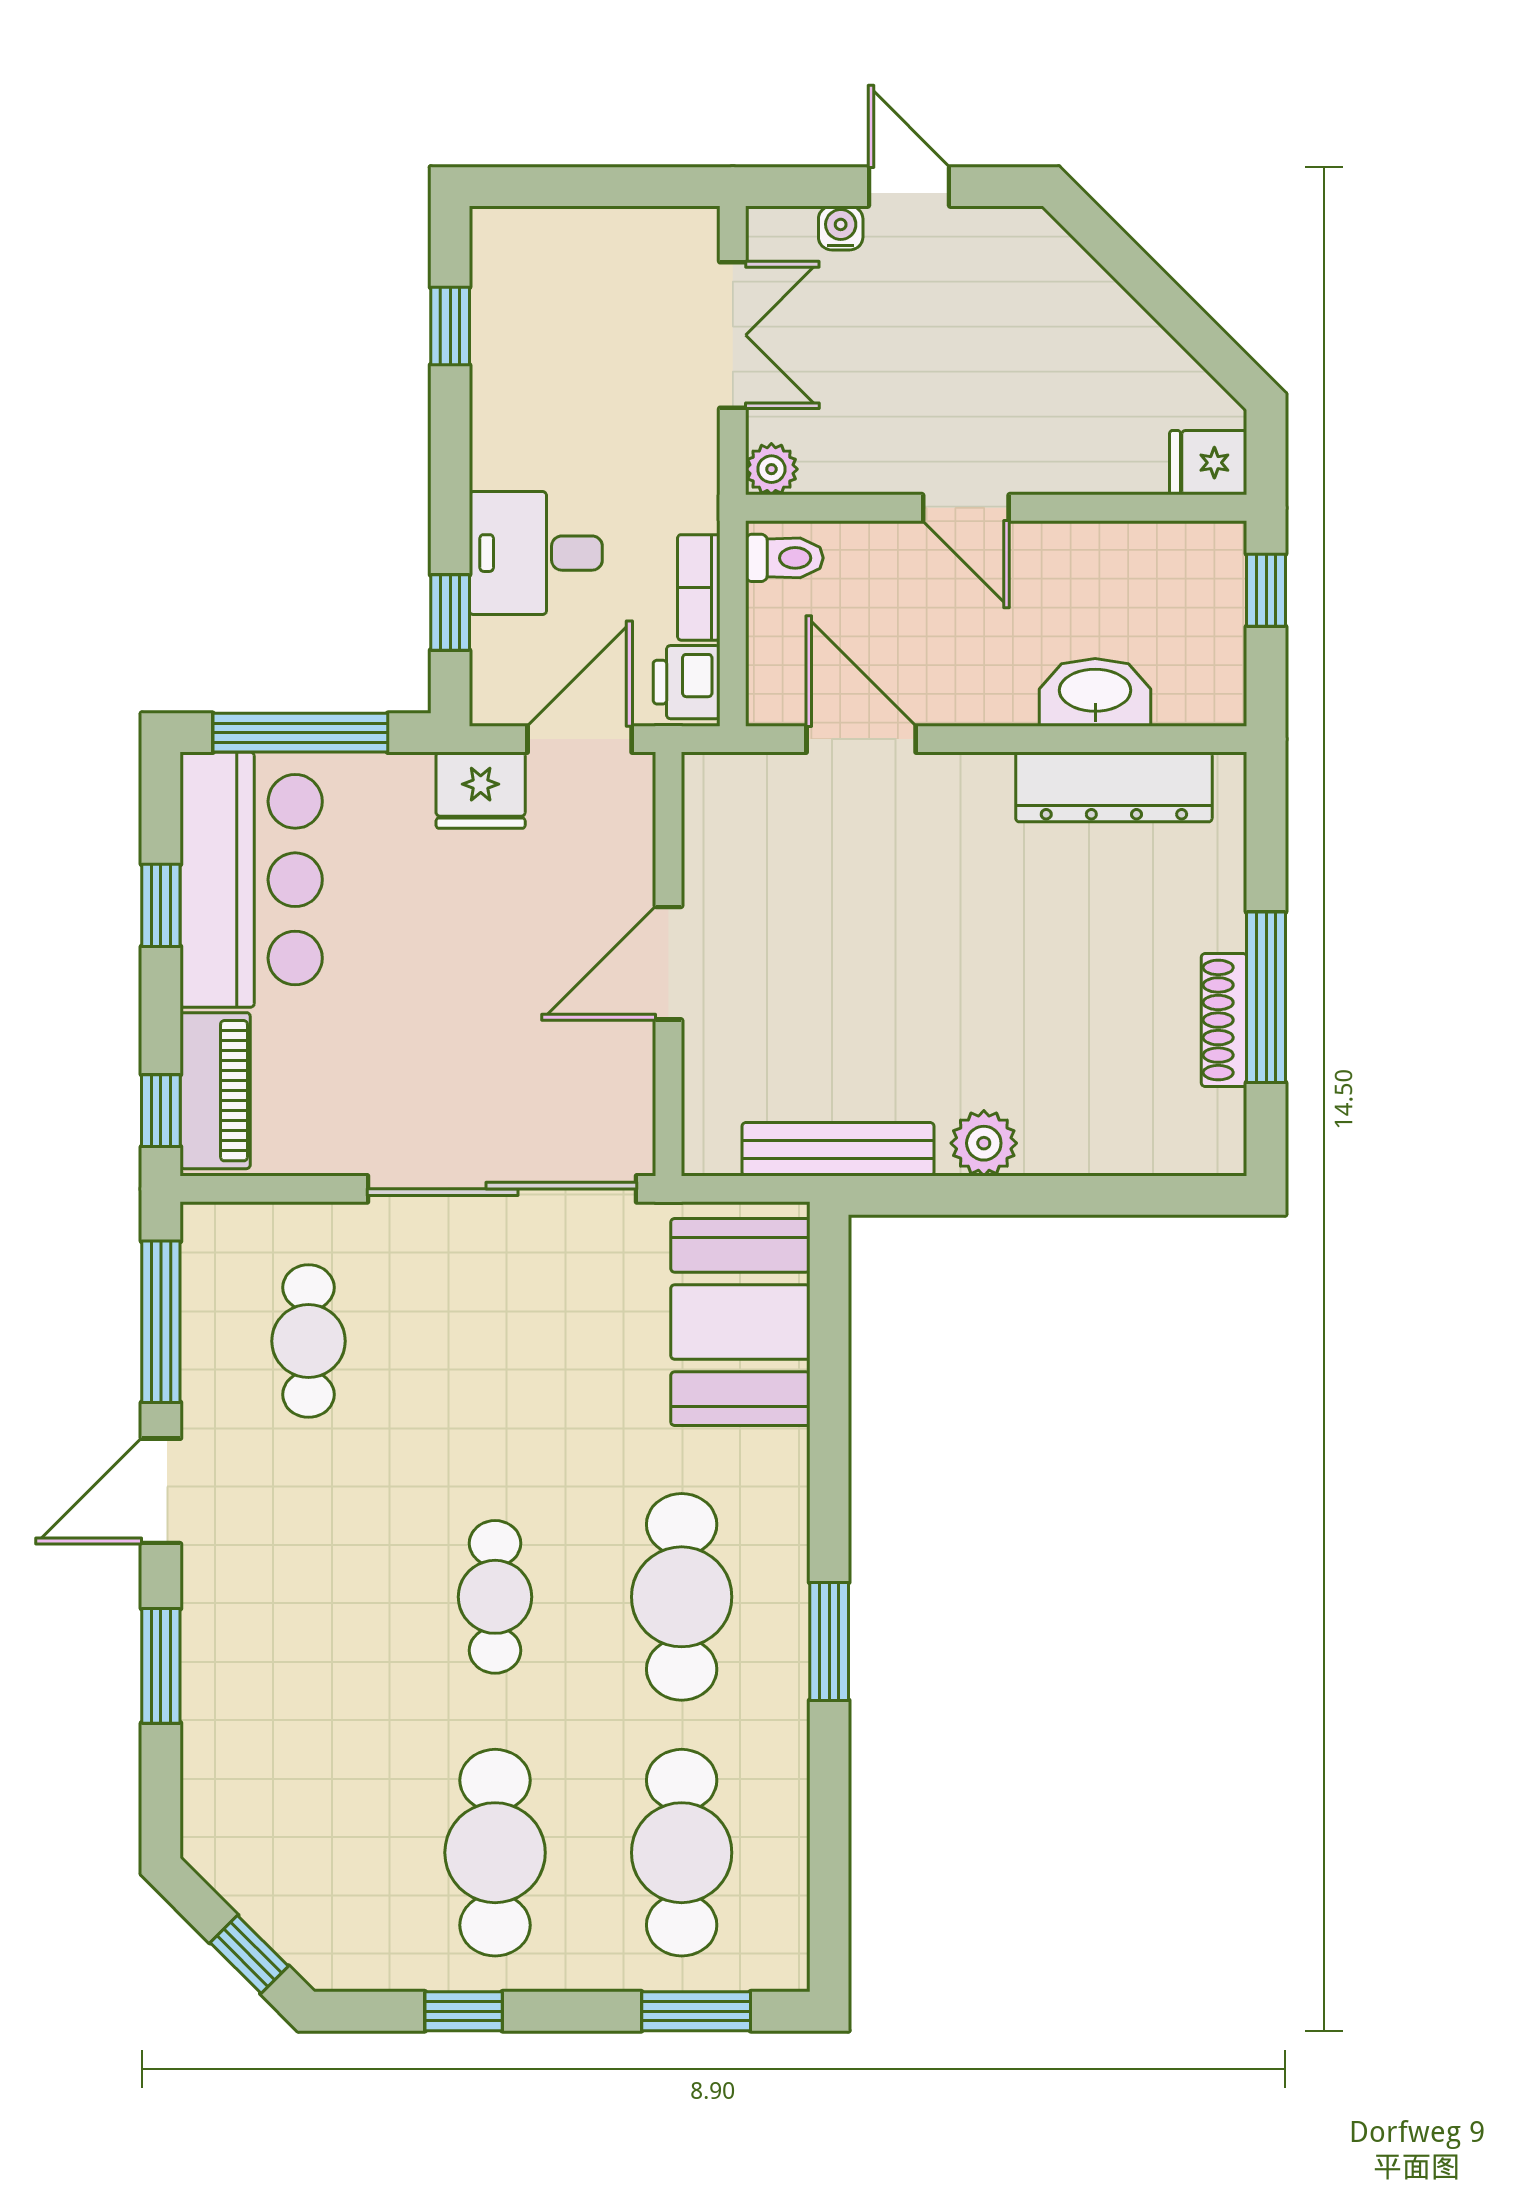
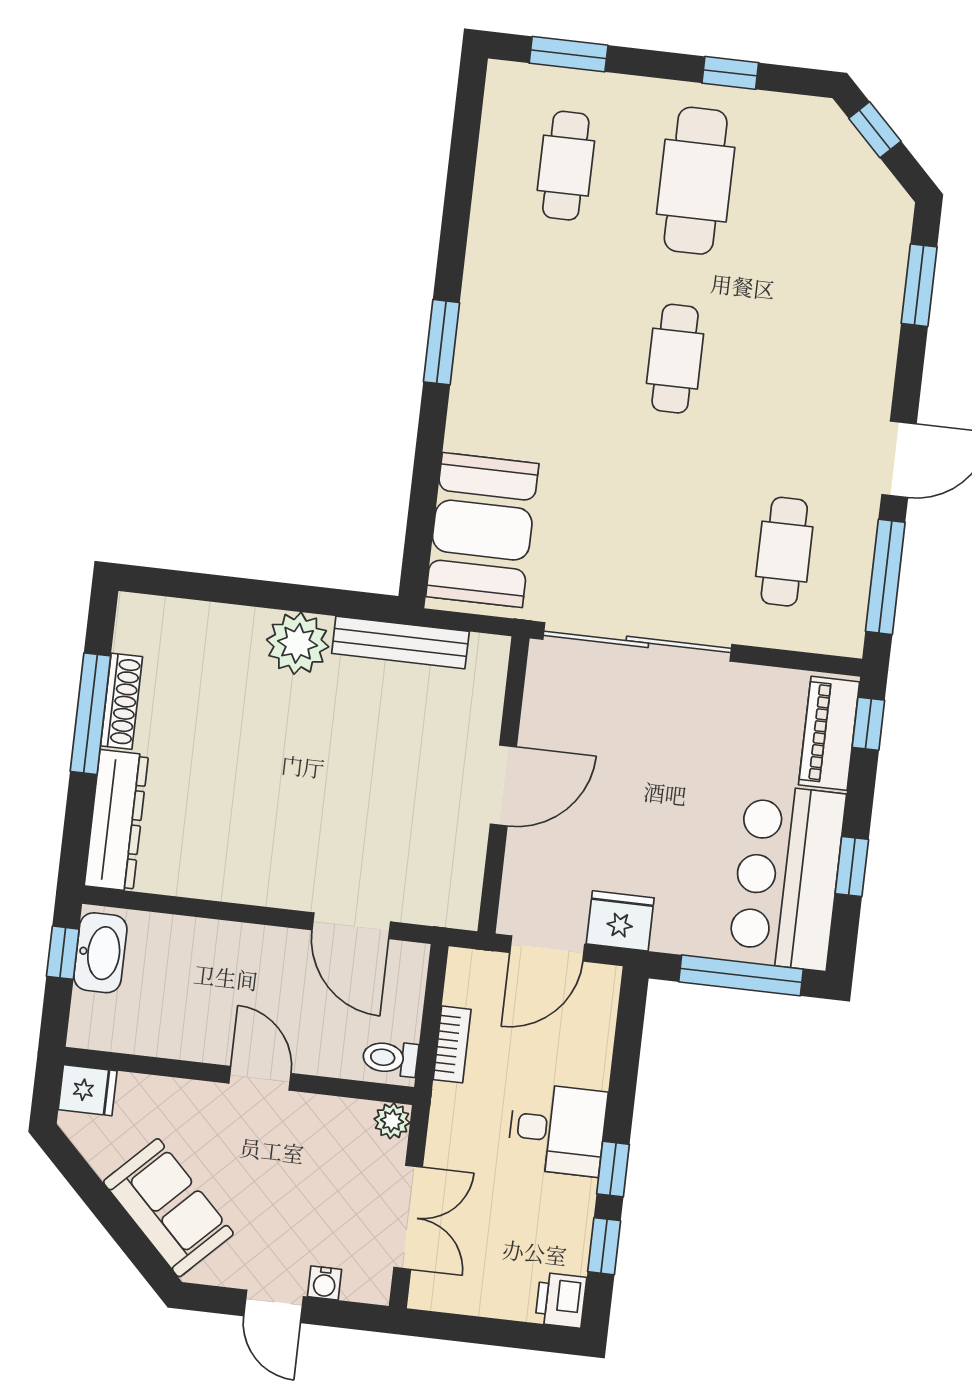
sofa: (1074, 309) -> (168, 1208), added
double door: (733, 335) -> (408, 1217), swing flipped
desk: (536, 553) -> (557, 1130), moved
window: (1266, 590) -> (63, 953), moved
window: (450, 613) -> (613, 1169), moved
printer: (687, 682) -> (561, 1300), moved, turned 180
washbasin: (1095, 692) -> (100, 953), moved, turned -90
dresser: (1114, 787) -> (116, 820), moved, turned 90
plant: (984, 1143) -> (298, 643), width x1.36, depth x1.36
cafe table: (682, 1597) -> (545, 344), removed
window: (829, 1641) -> (441, 342), moved
window: (161, 1666) -> (919, 285), moved
cafe table: (682, 1853) -> (566, 166), width x0.73, depth x0.74

